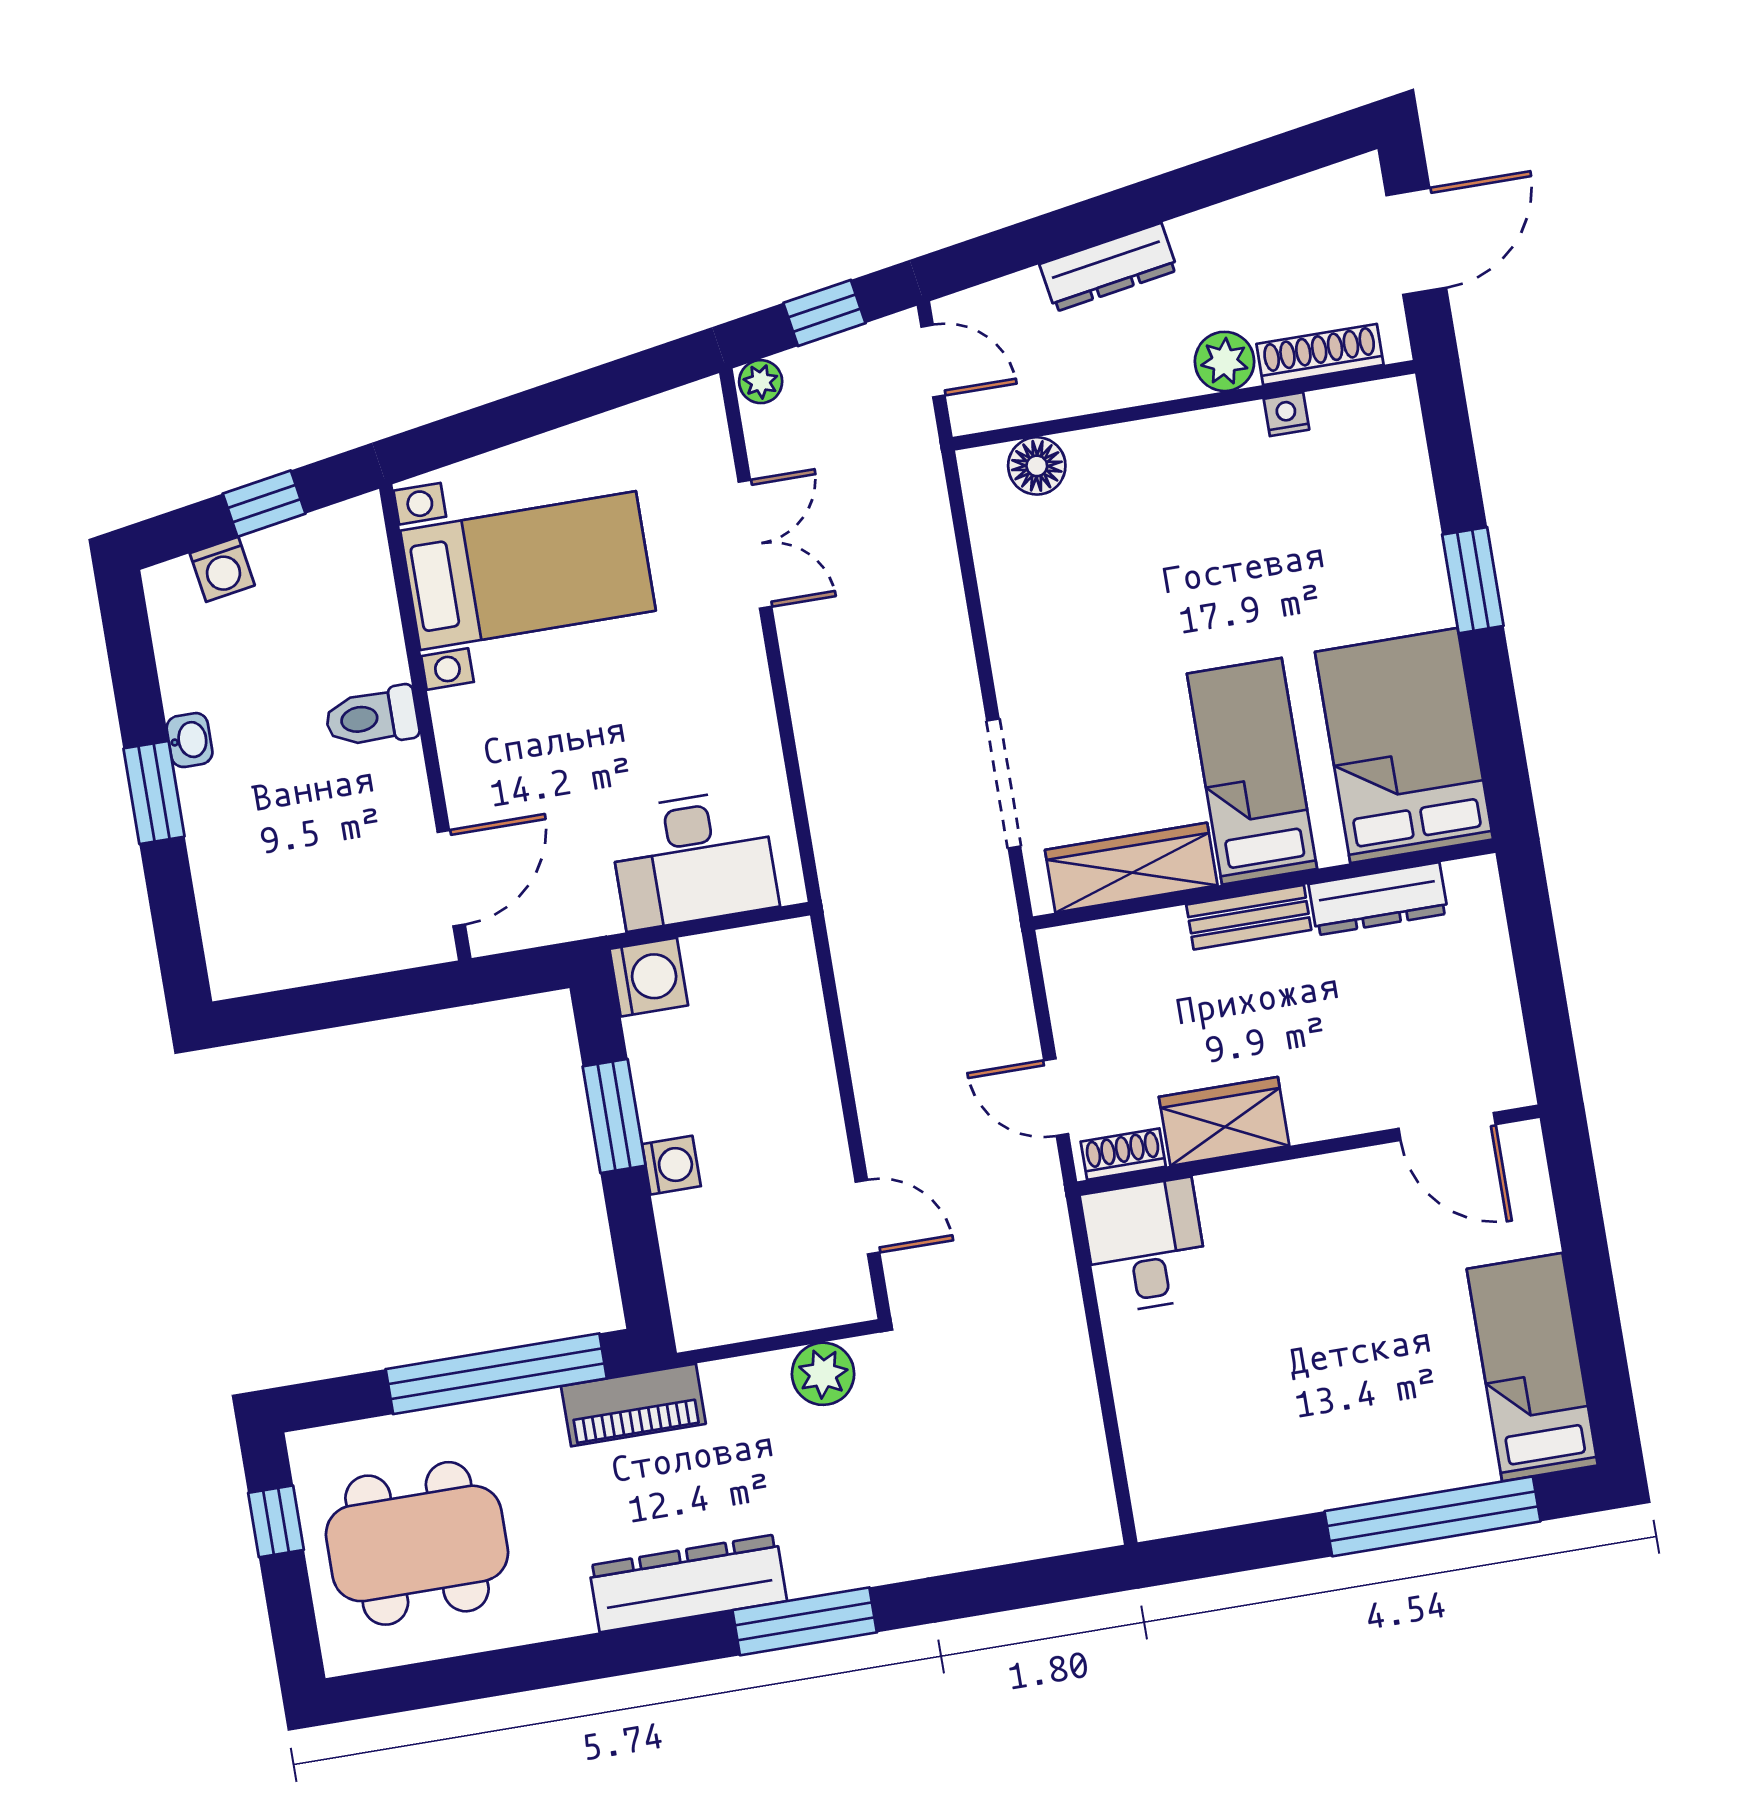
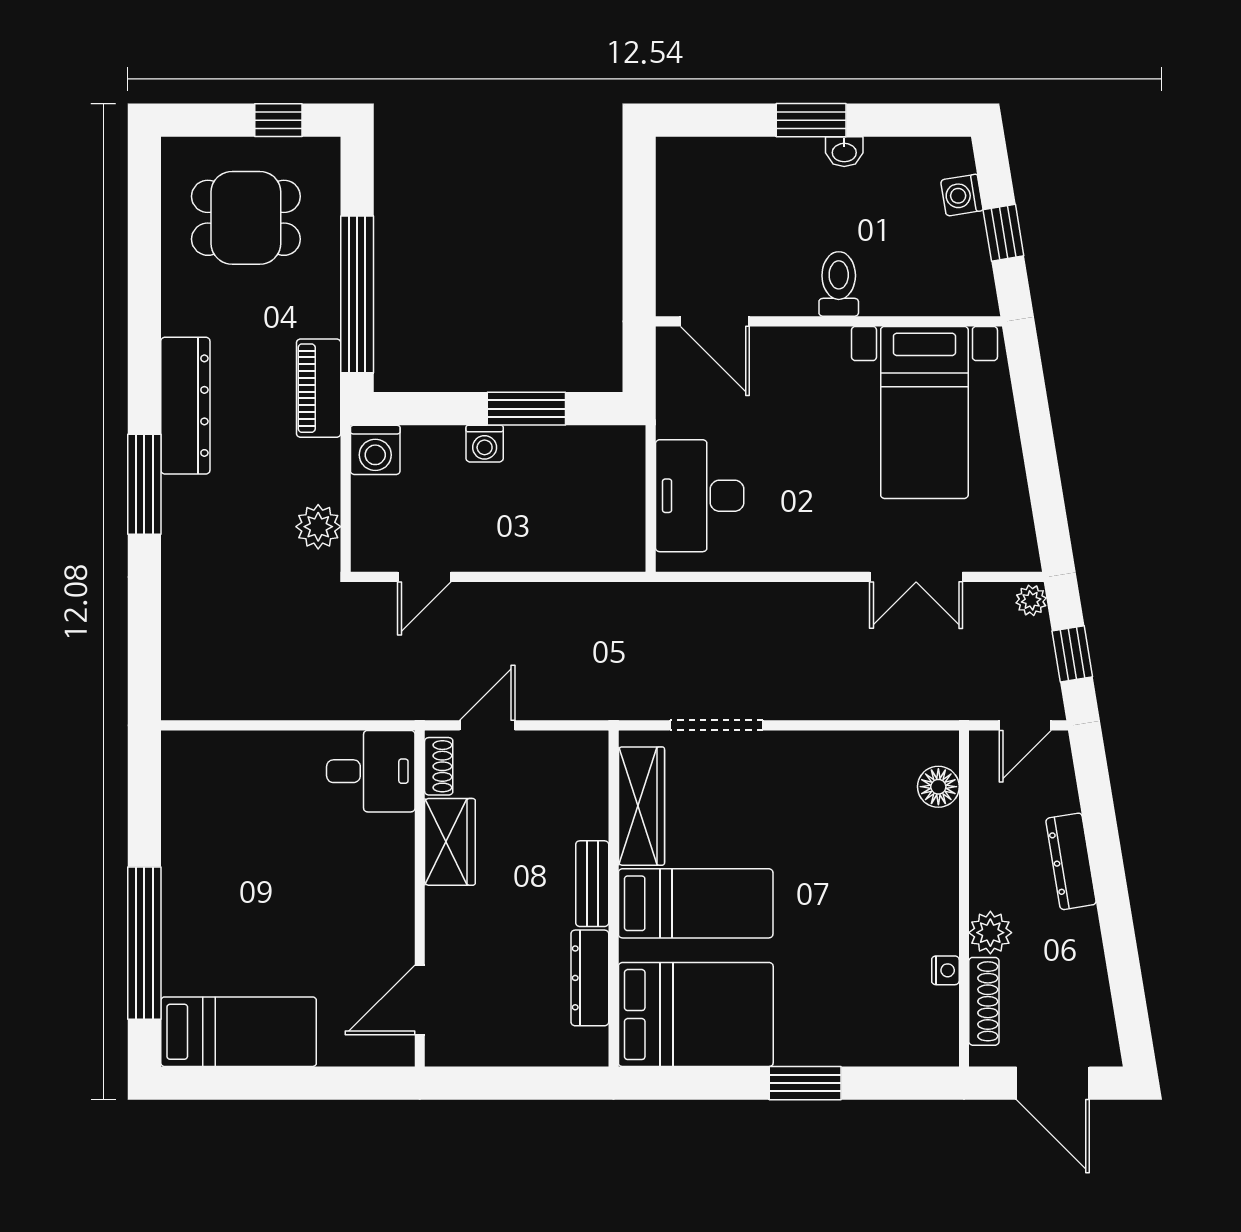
washing machine: (649, 977) -> (375, 450), moved
dining table: (417, 1543) -> (246, 218), width x0.73

